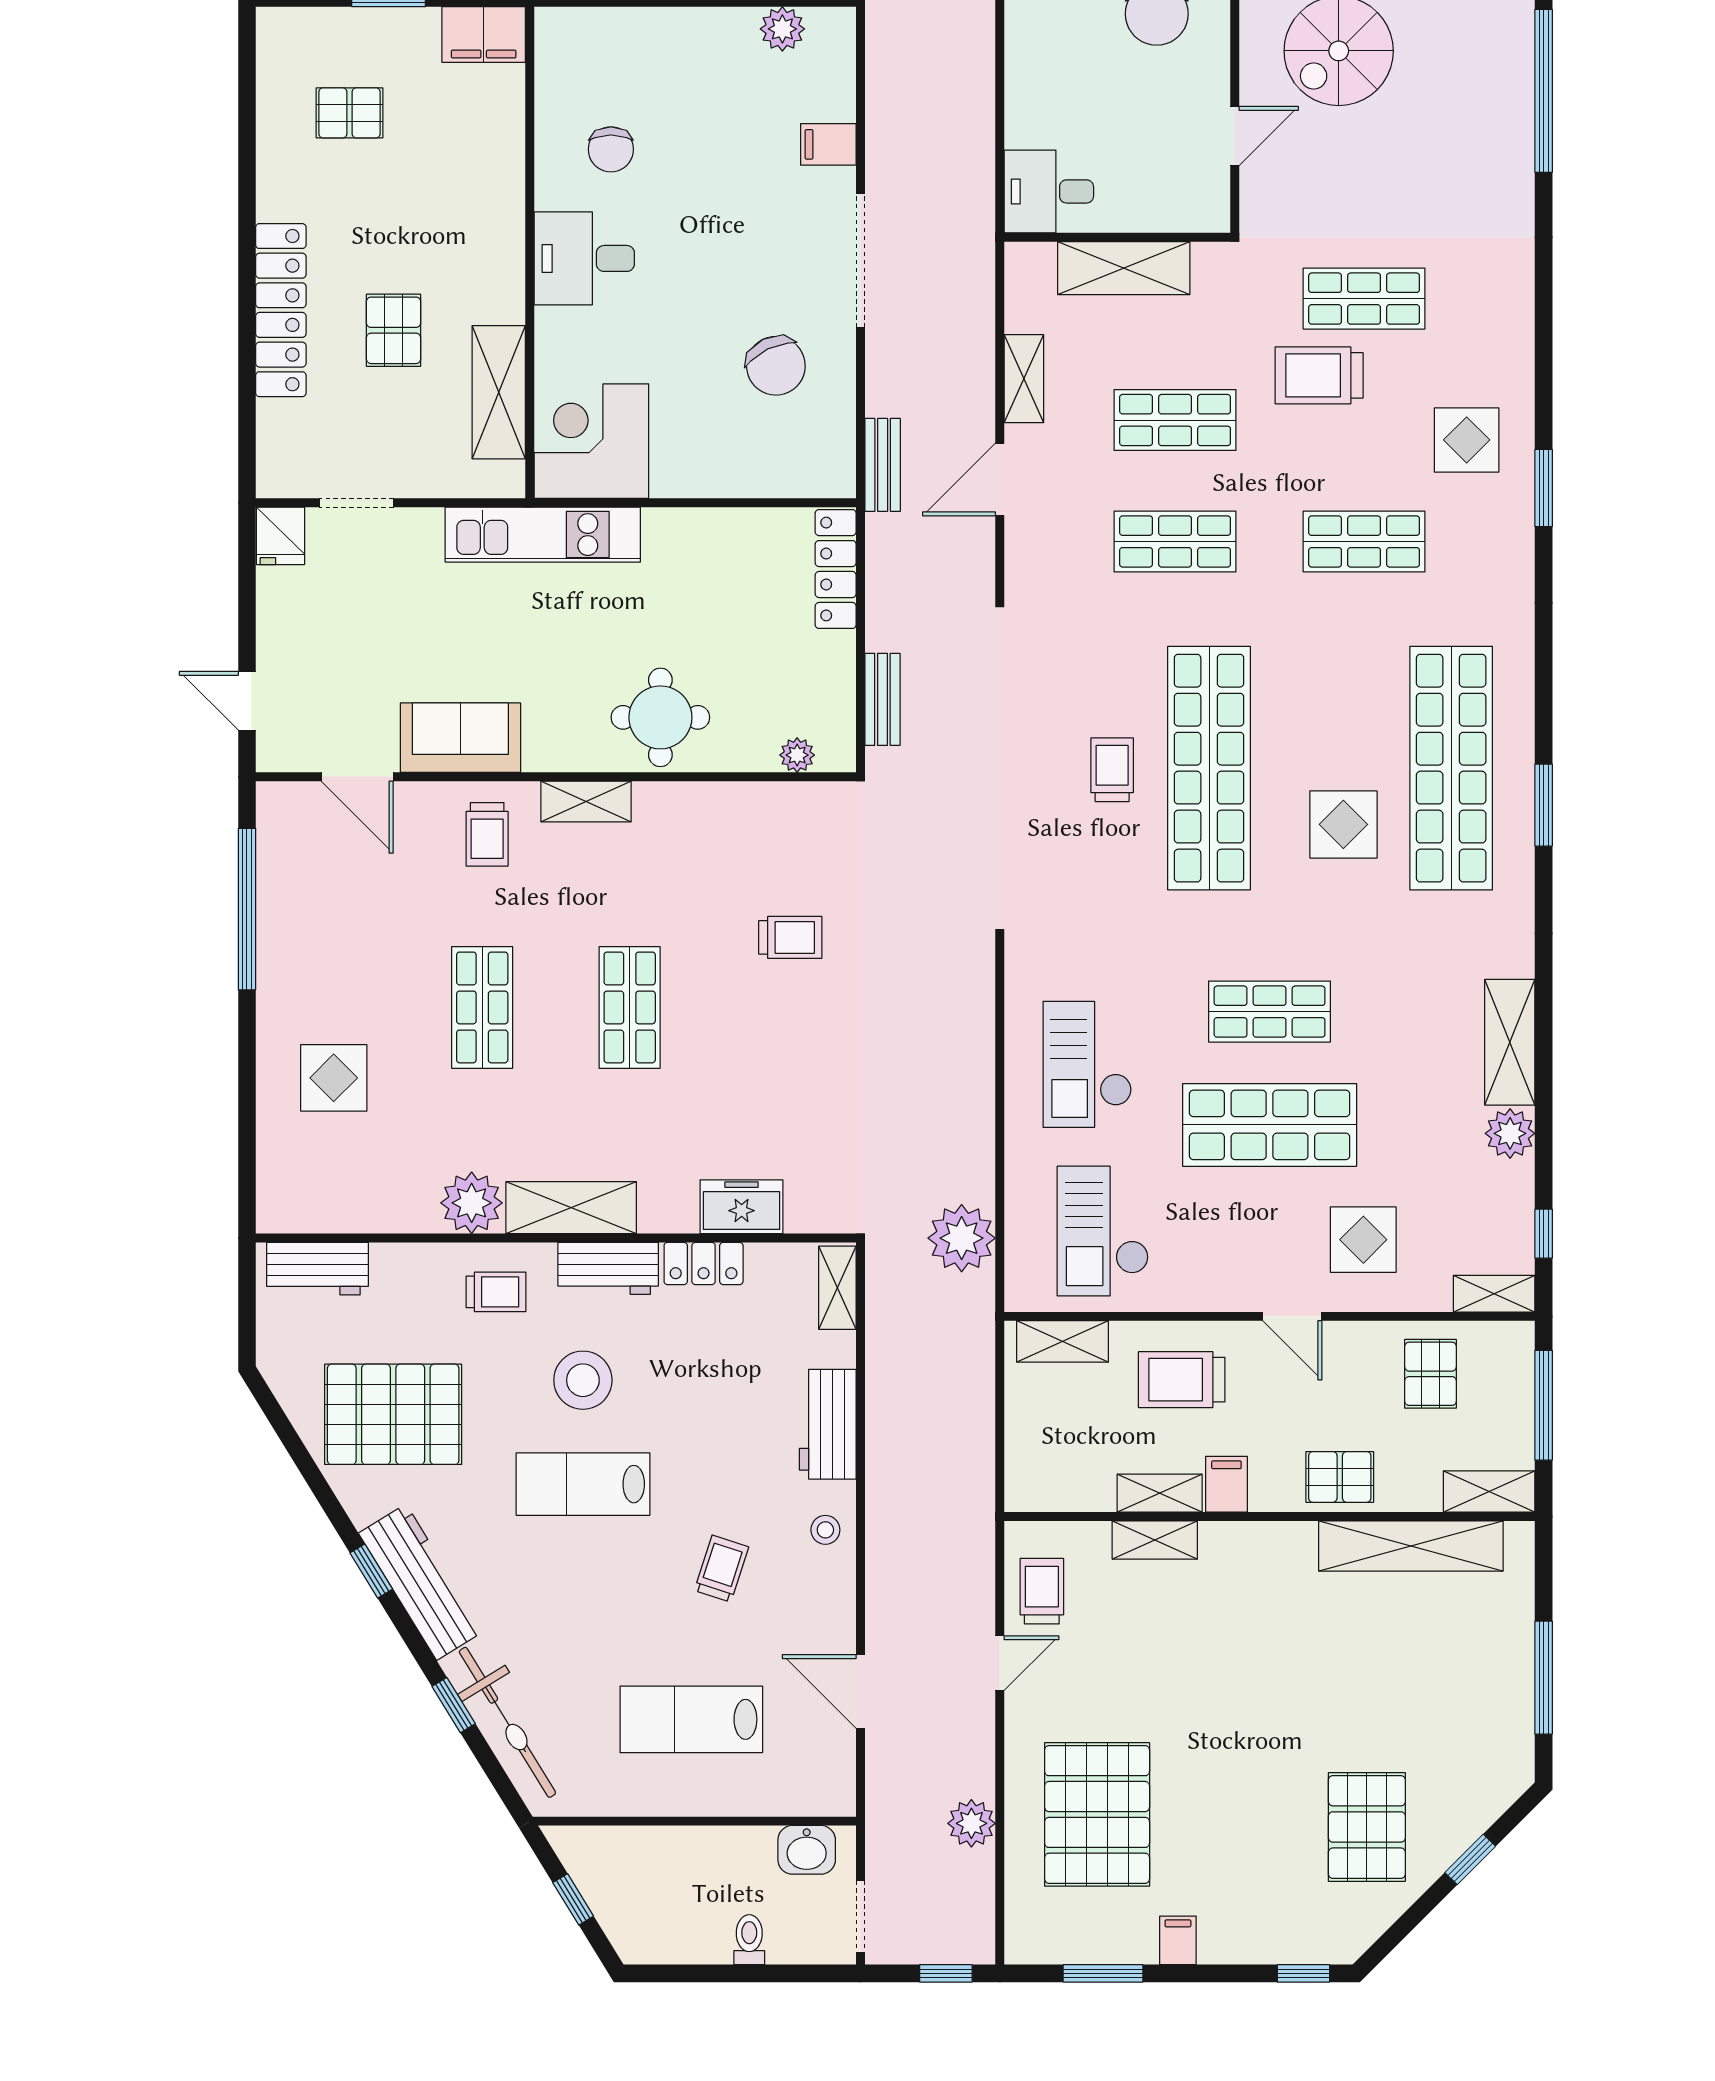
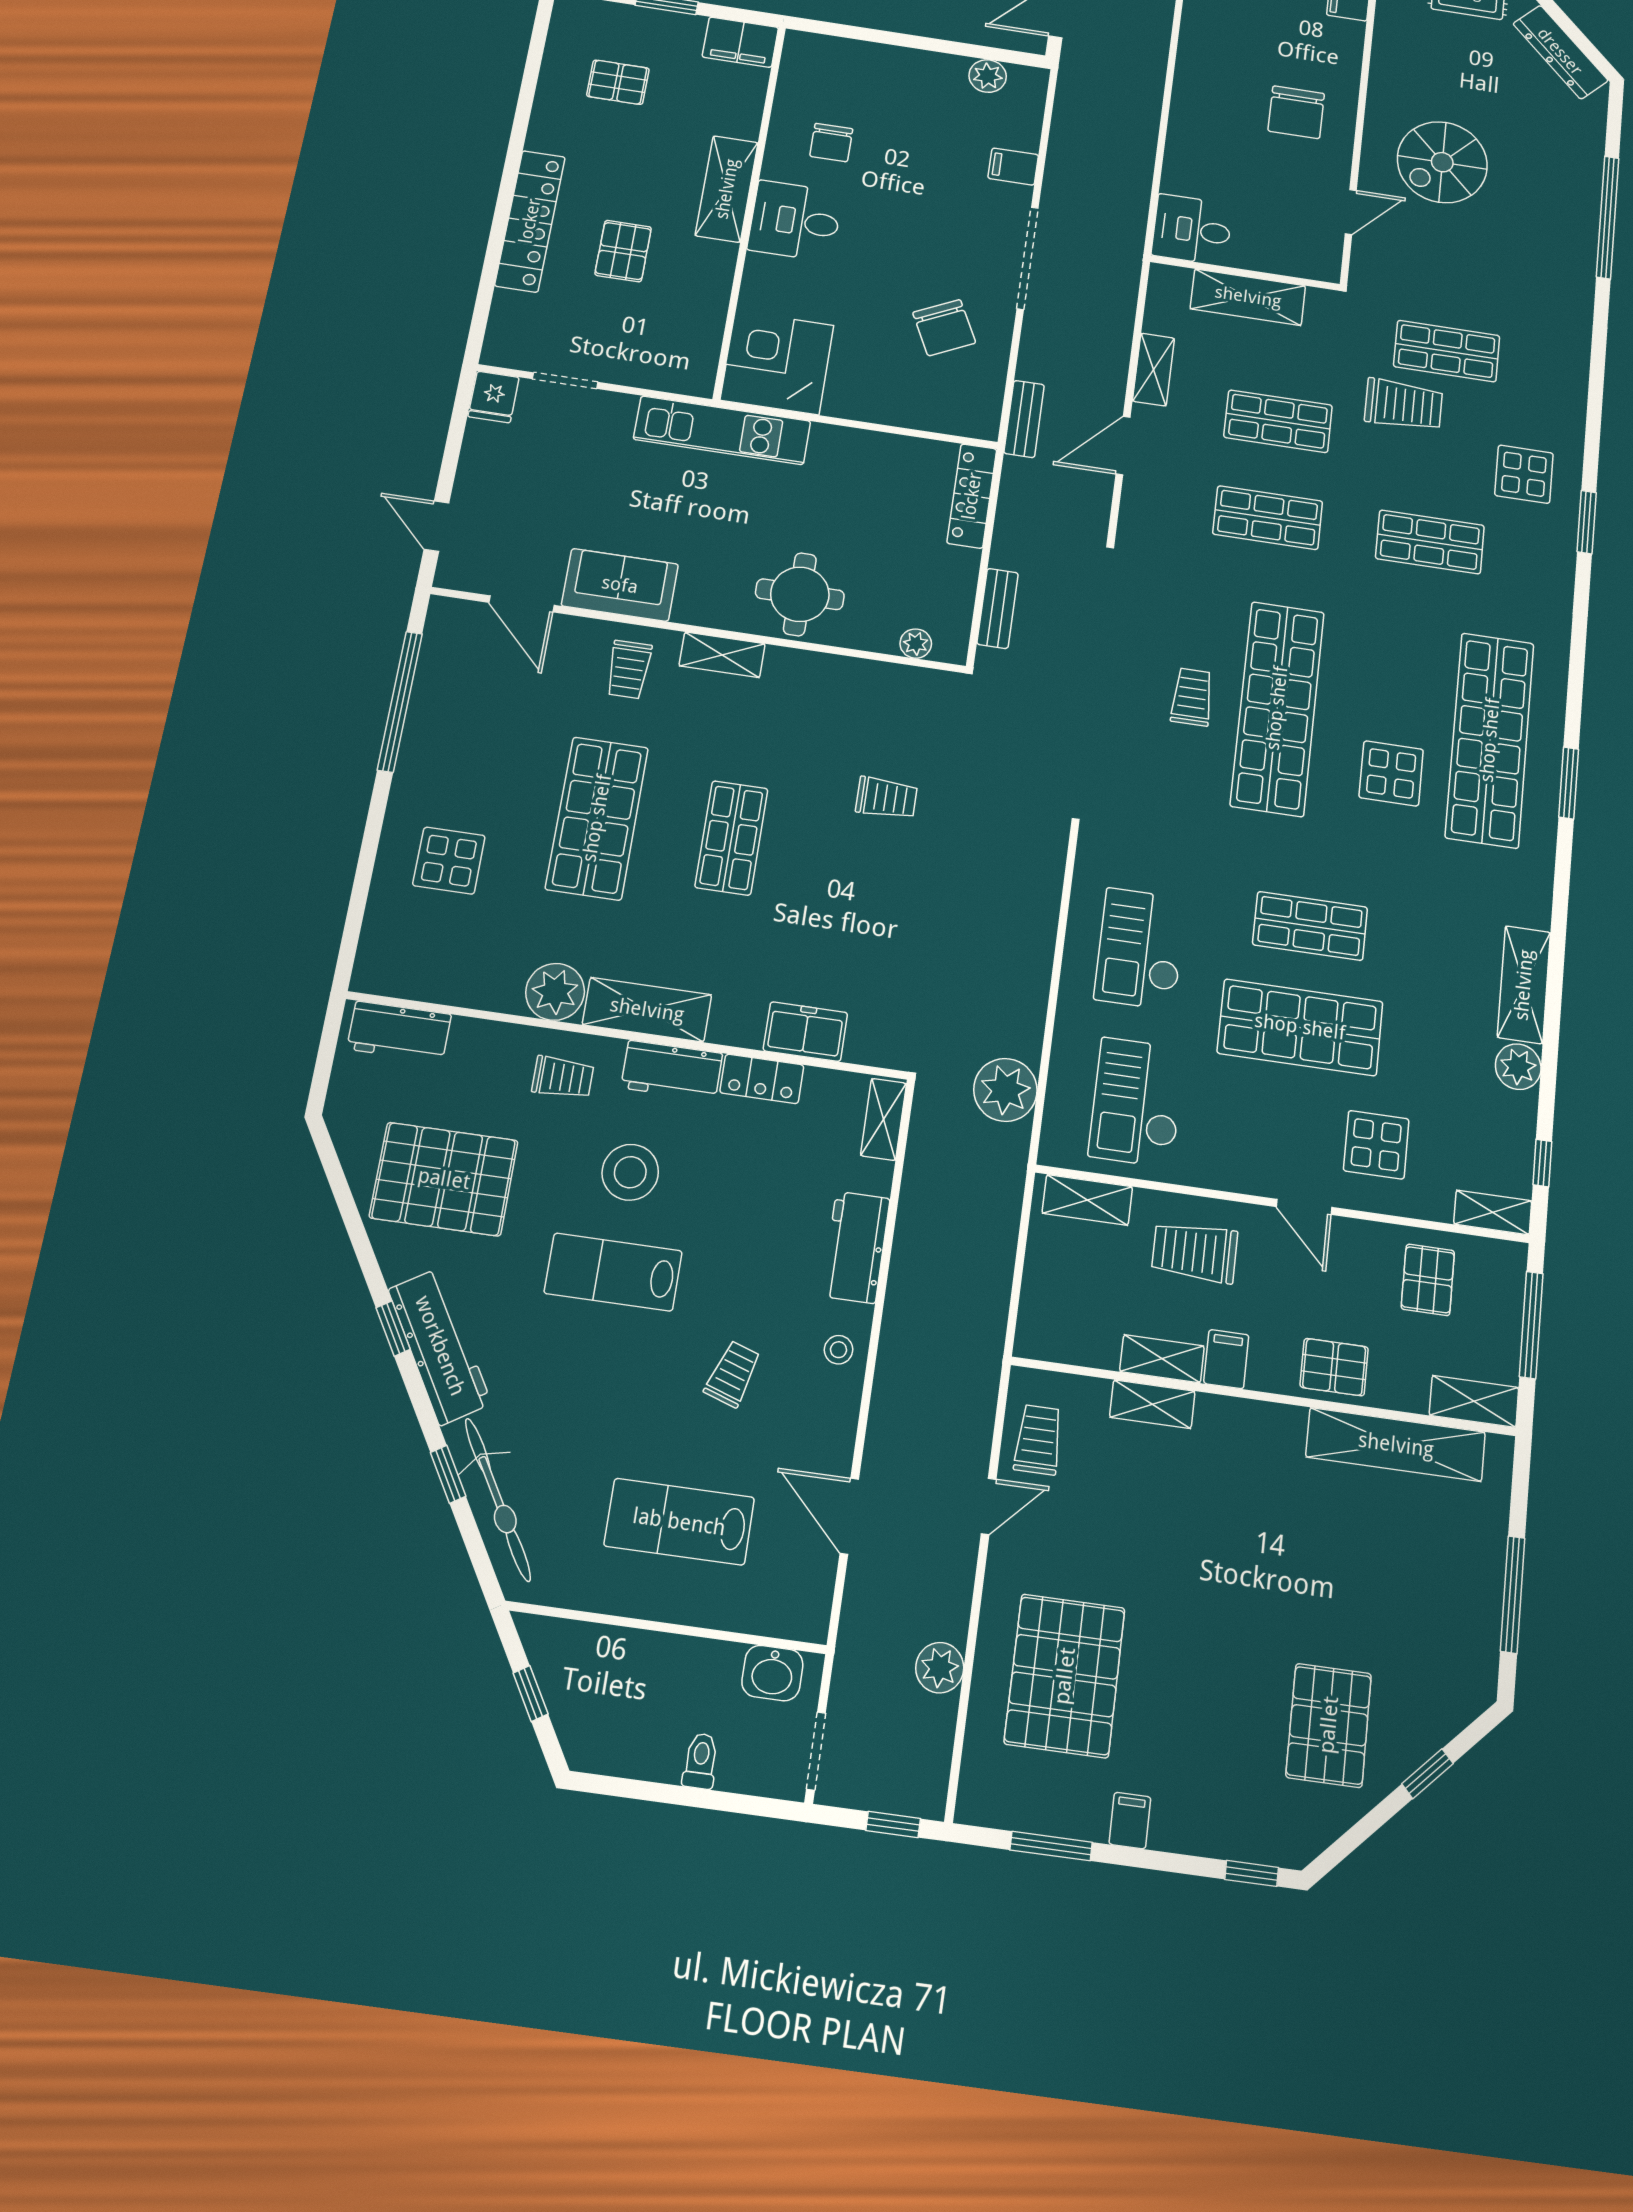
trolley: (1319, 375) -> (1404, 405), turned 180
shelving: (499, 392) -> (727, 189), moved
shop shelf: (482, 1007) -> (597, 818), width x1.43, depth x1.36

